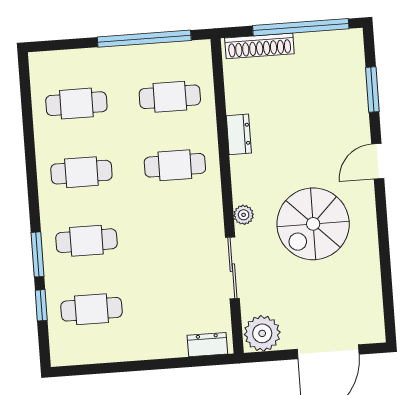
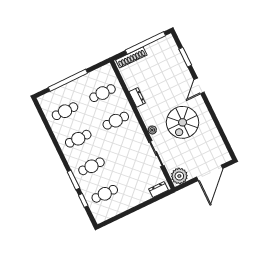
window: (144, 39) -> (68, 80), moved

